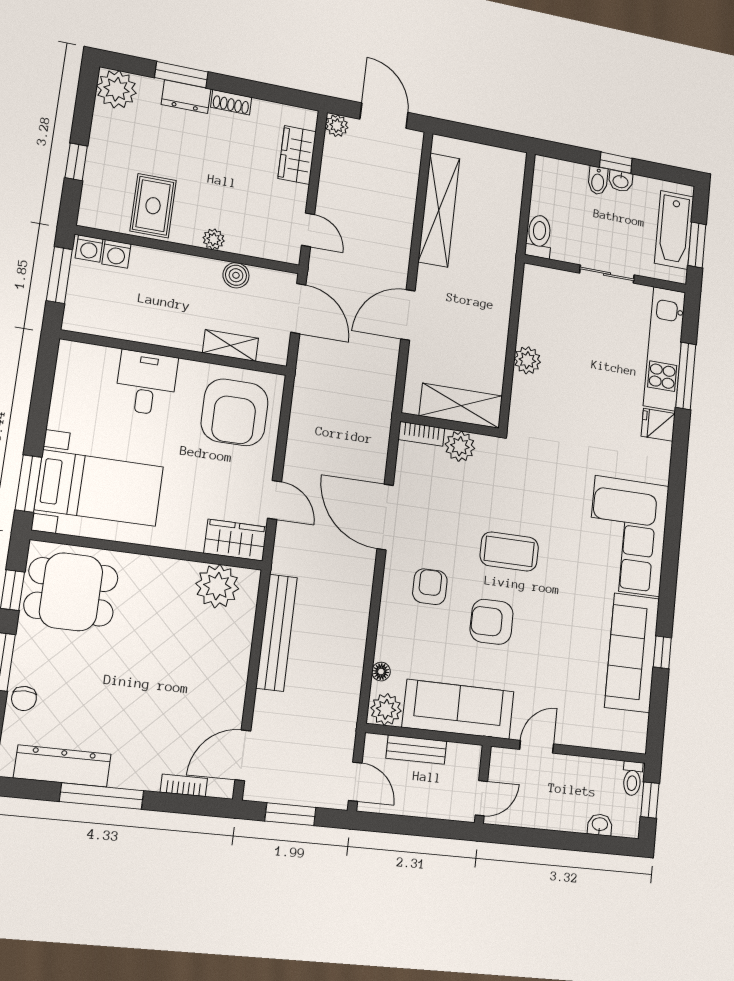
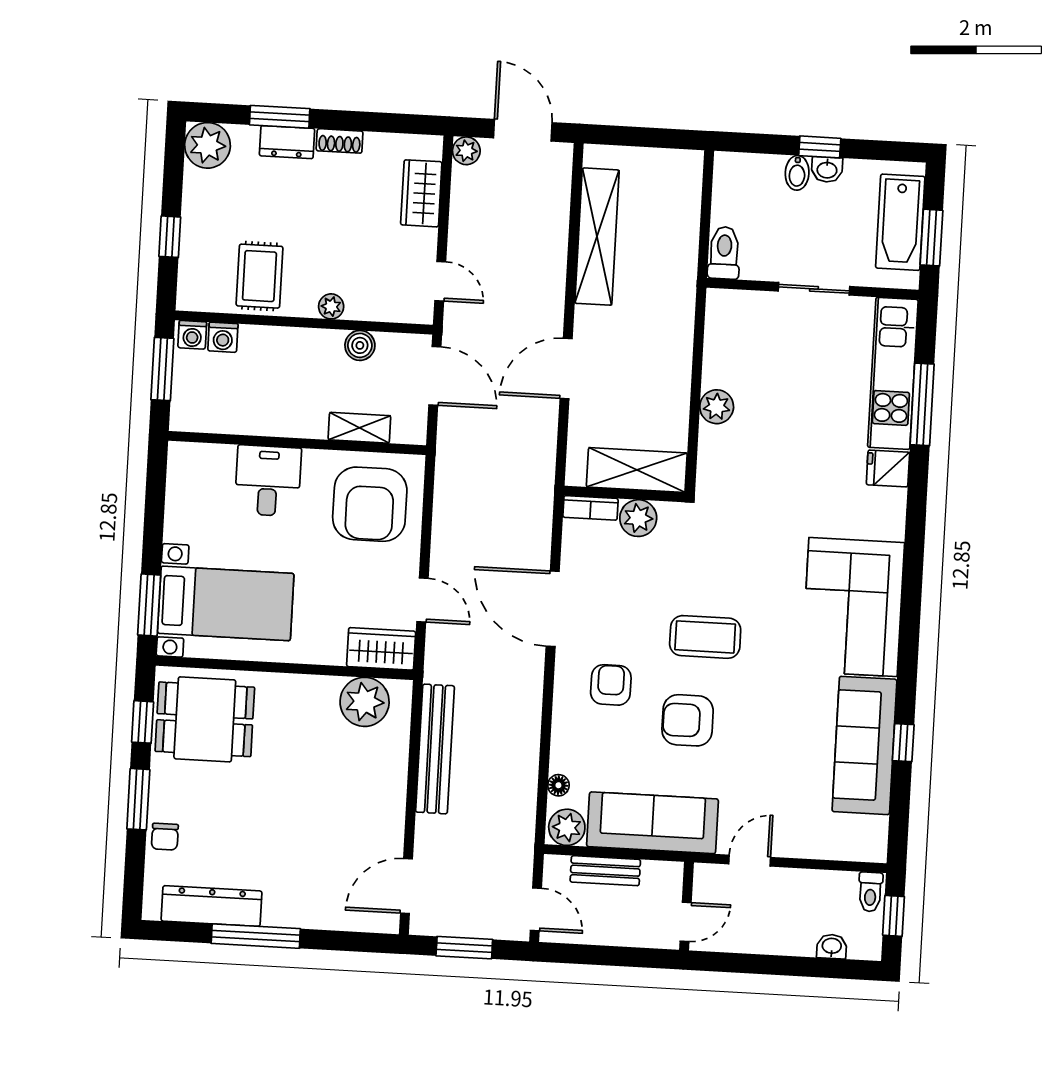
bookcase: (184, 785) -> (344, 921), removed

